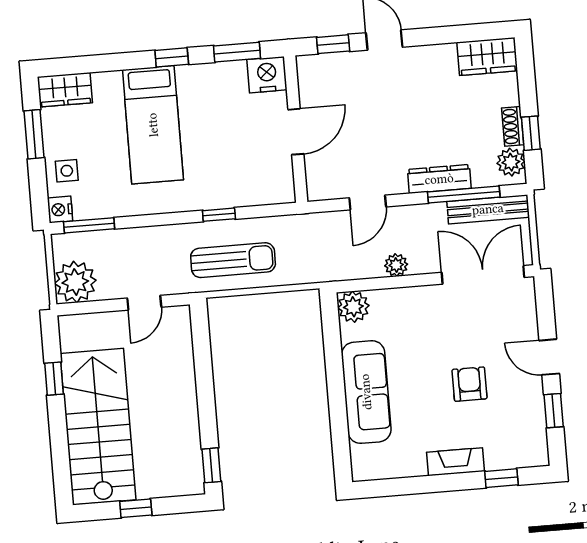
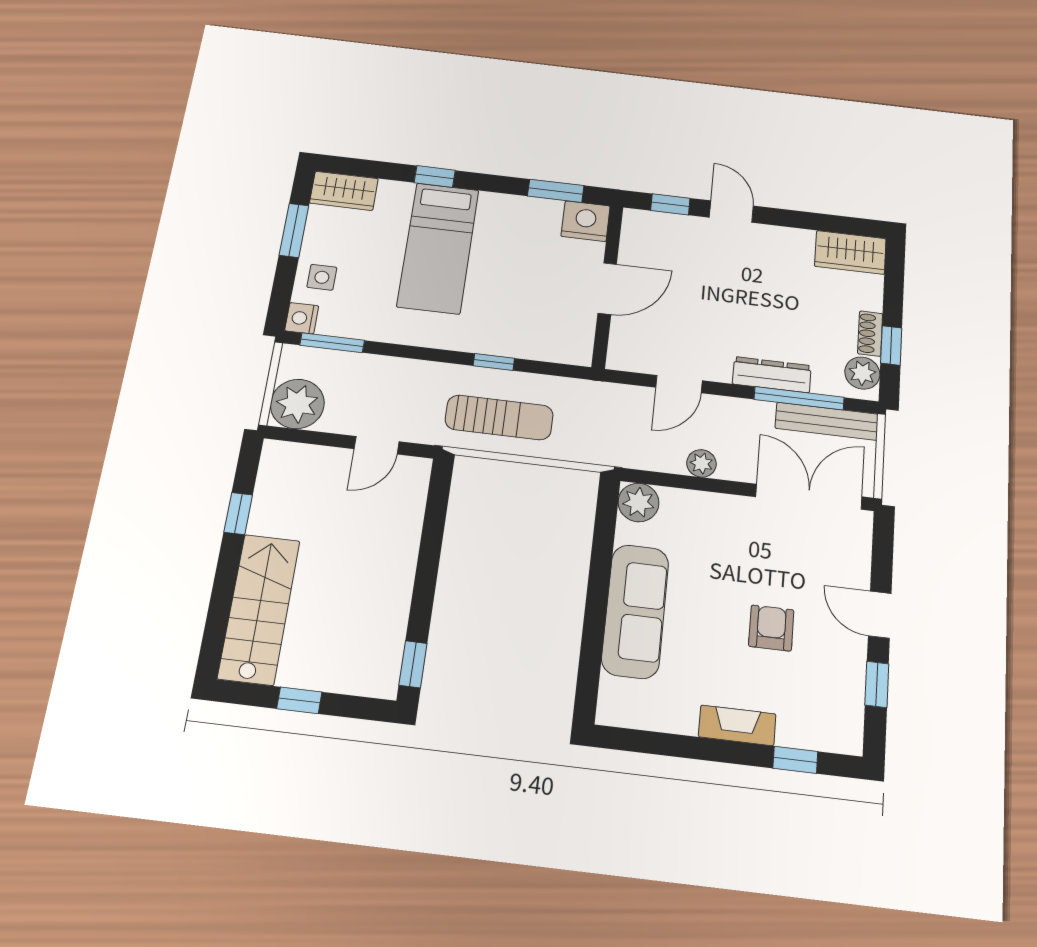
window: (172, 57) -> (435, 176), moved
stairs: (98, 427) -> (259, 609), width x0.73, depth x0.66

